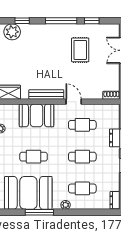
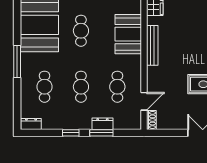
door: (74, 102) -> (144, 101), moved
plant: (66, 205) -> (26, 67), removed
window: (39, 212) -> (17, 62), moved

